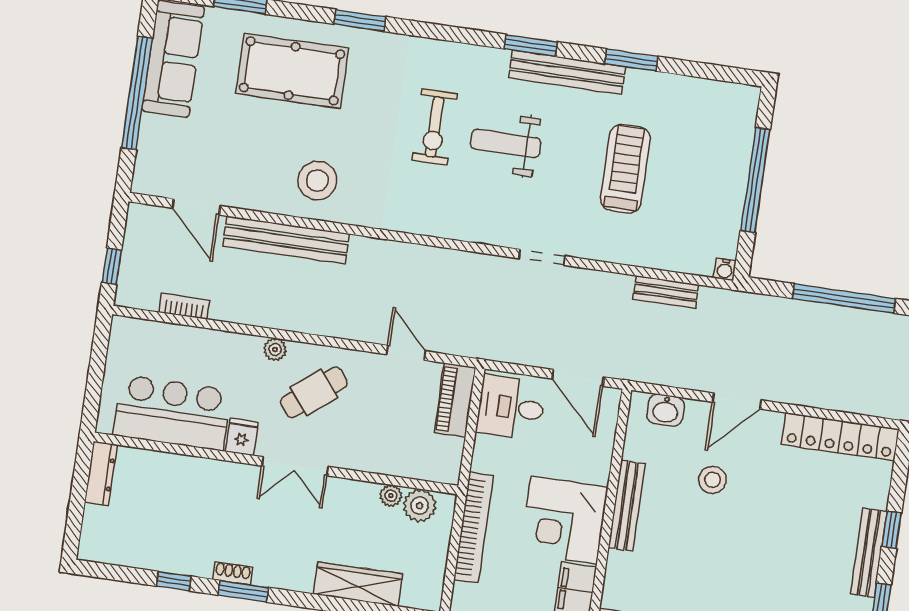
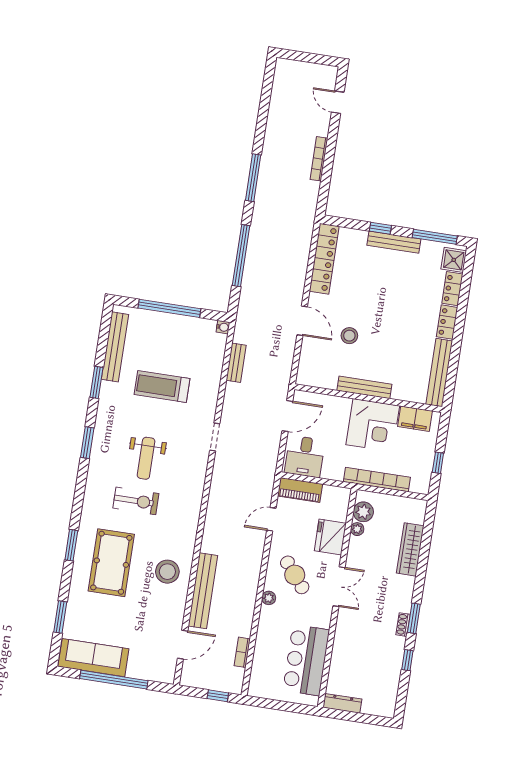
pool table: (292, 71) -> (111, 563), moved
bench: (567, 72) -> (115, 347), moved
washbasin: (666, 410) -> (307, 364), removed
fridge: (242, 437) -> (330, 537), moved, width x1.88, depth x1.34

